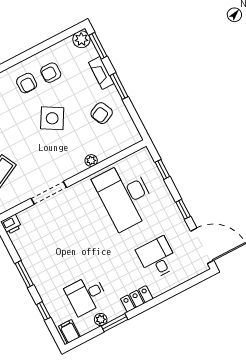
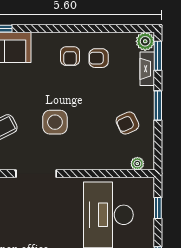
fireplace: (101, 73) -> (147, 69), moved
side table: (52, 118) -> (55, 122), moved, turned -30
plant: (91, 161) -> (137, 164), moved

